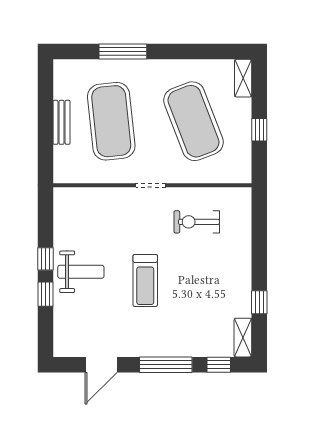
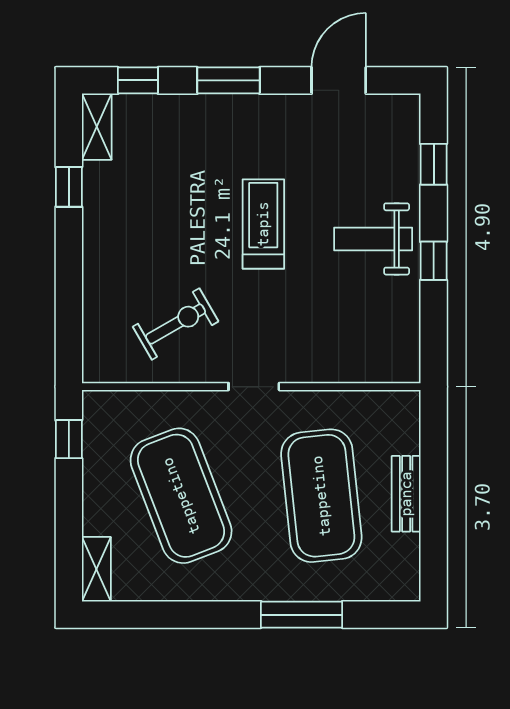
window: (259, 130) -> (69, 439), moved
exercise bike: (197, 222) -> (176, 324), turned -30
window: (45, 294) -> (434, 164), moved
window: (166, 365) -> (228, 80), width x0.69

